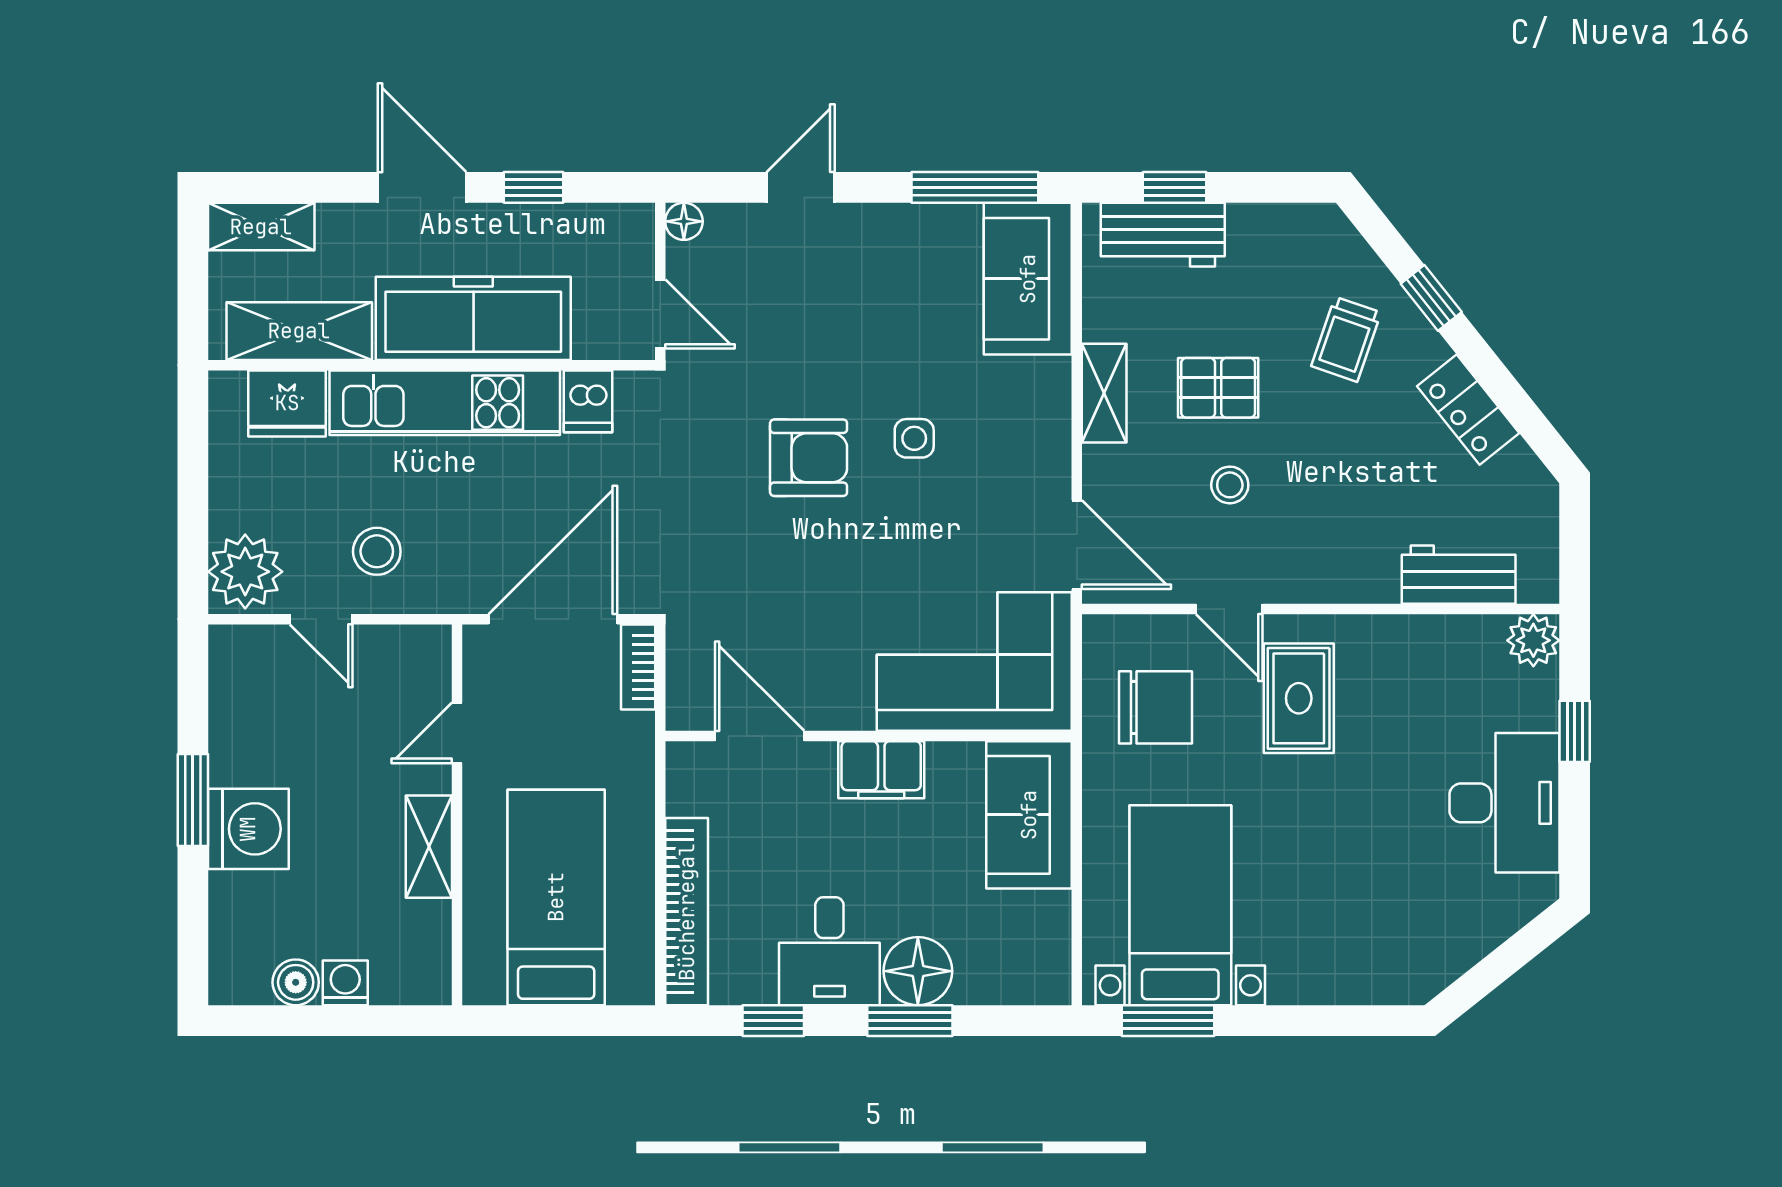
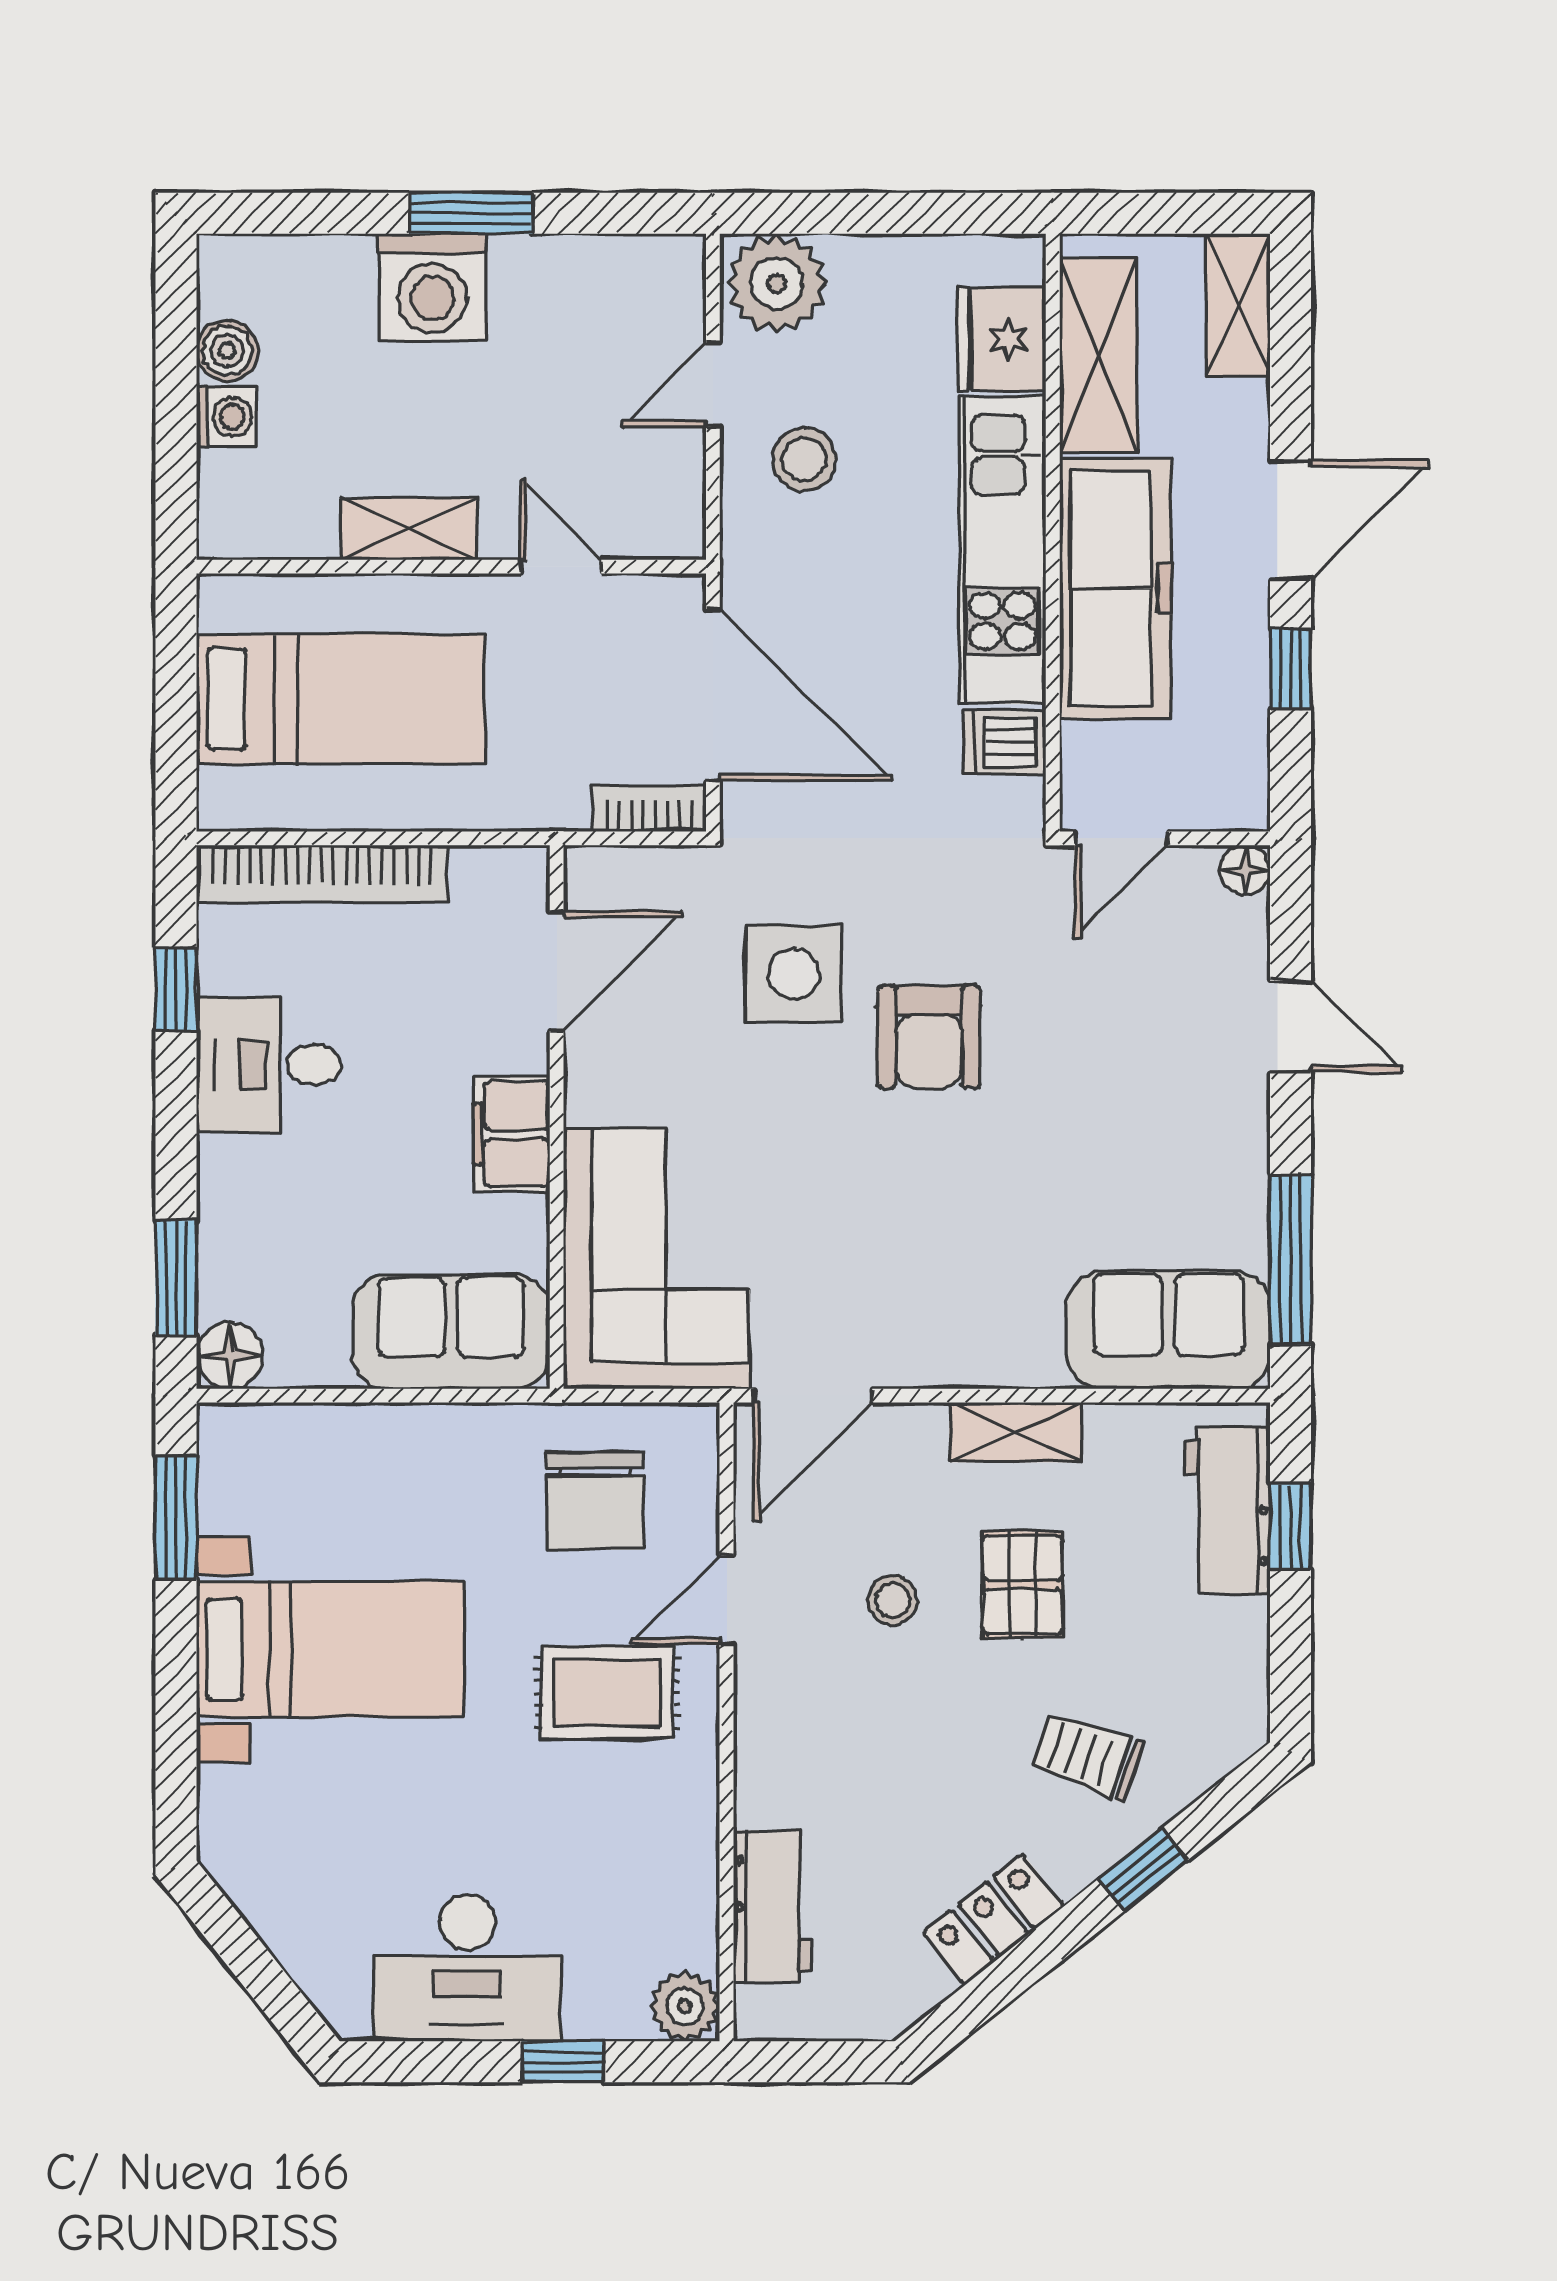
side table: (914, 438) -> (794, 974), moved, width x1.87, depth x1.87
bed with nightstands: (1180, 905) -> (330, 1649), moved
floor lamp: (918, 971) -> (230, 1356), moved, width x0.73, depth x0.73
window: (910, 1021) -> (176, 1278), moved

